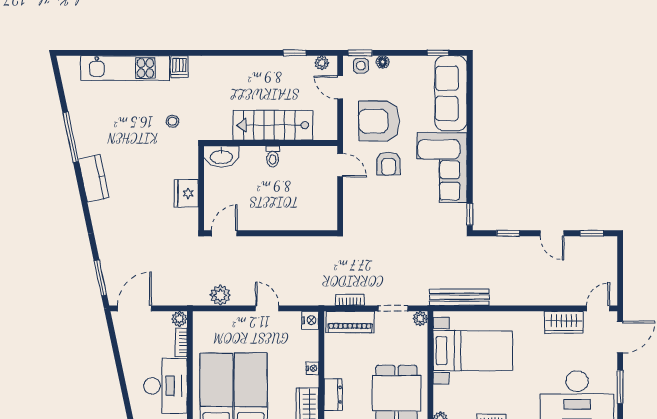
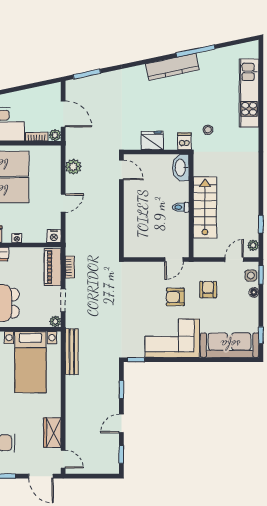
dishwasher: (179, 67) -> (184, 141), moved, turned 90
armchair: (379, 121) -> (208, 290), width x0.53, depth x0.53
kitchen counter: (94, 178) -> (172, 67), width x1.50
door: (134, 308) -> (63, 114), moved

